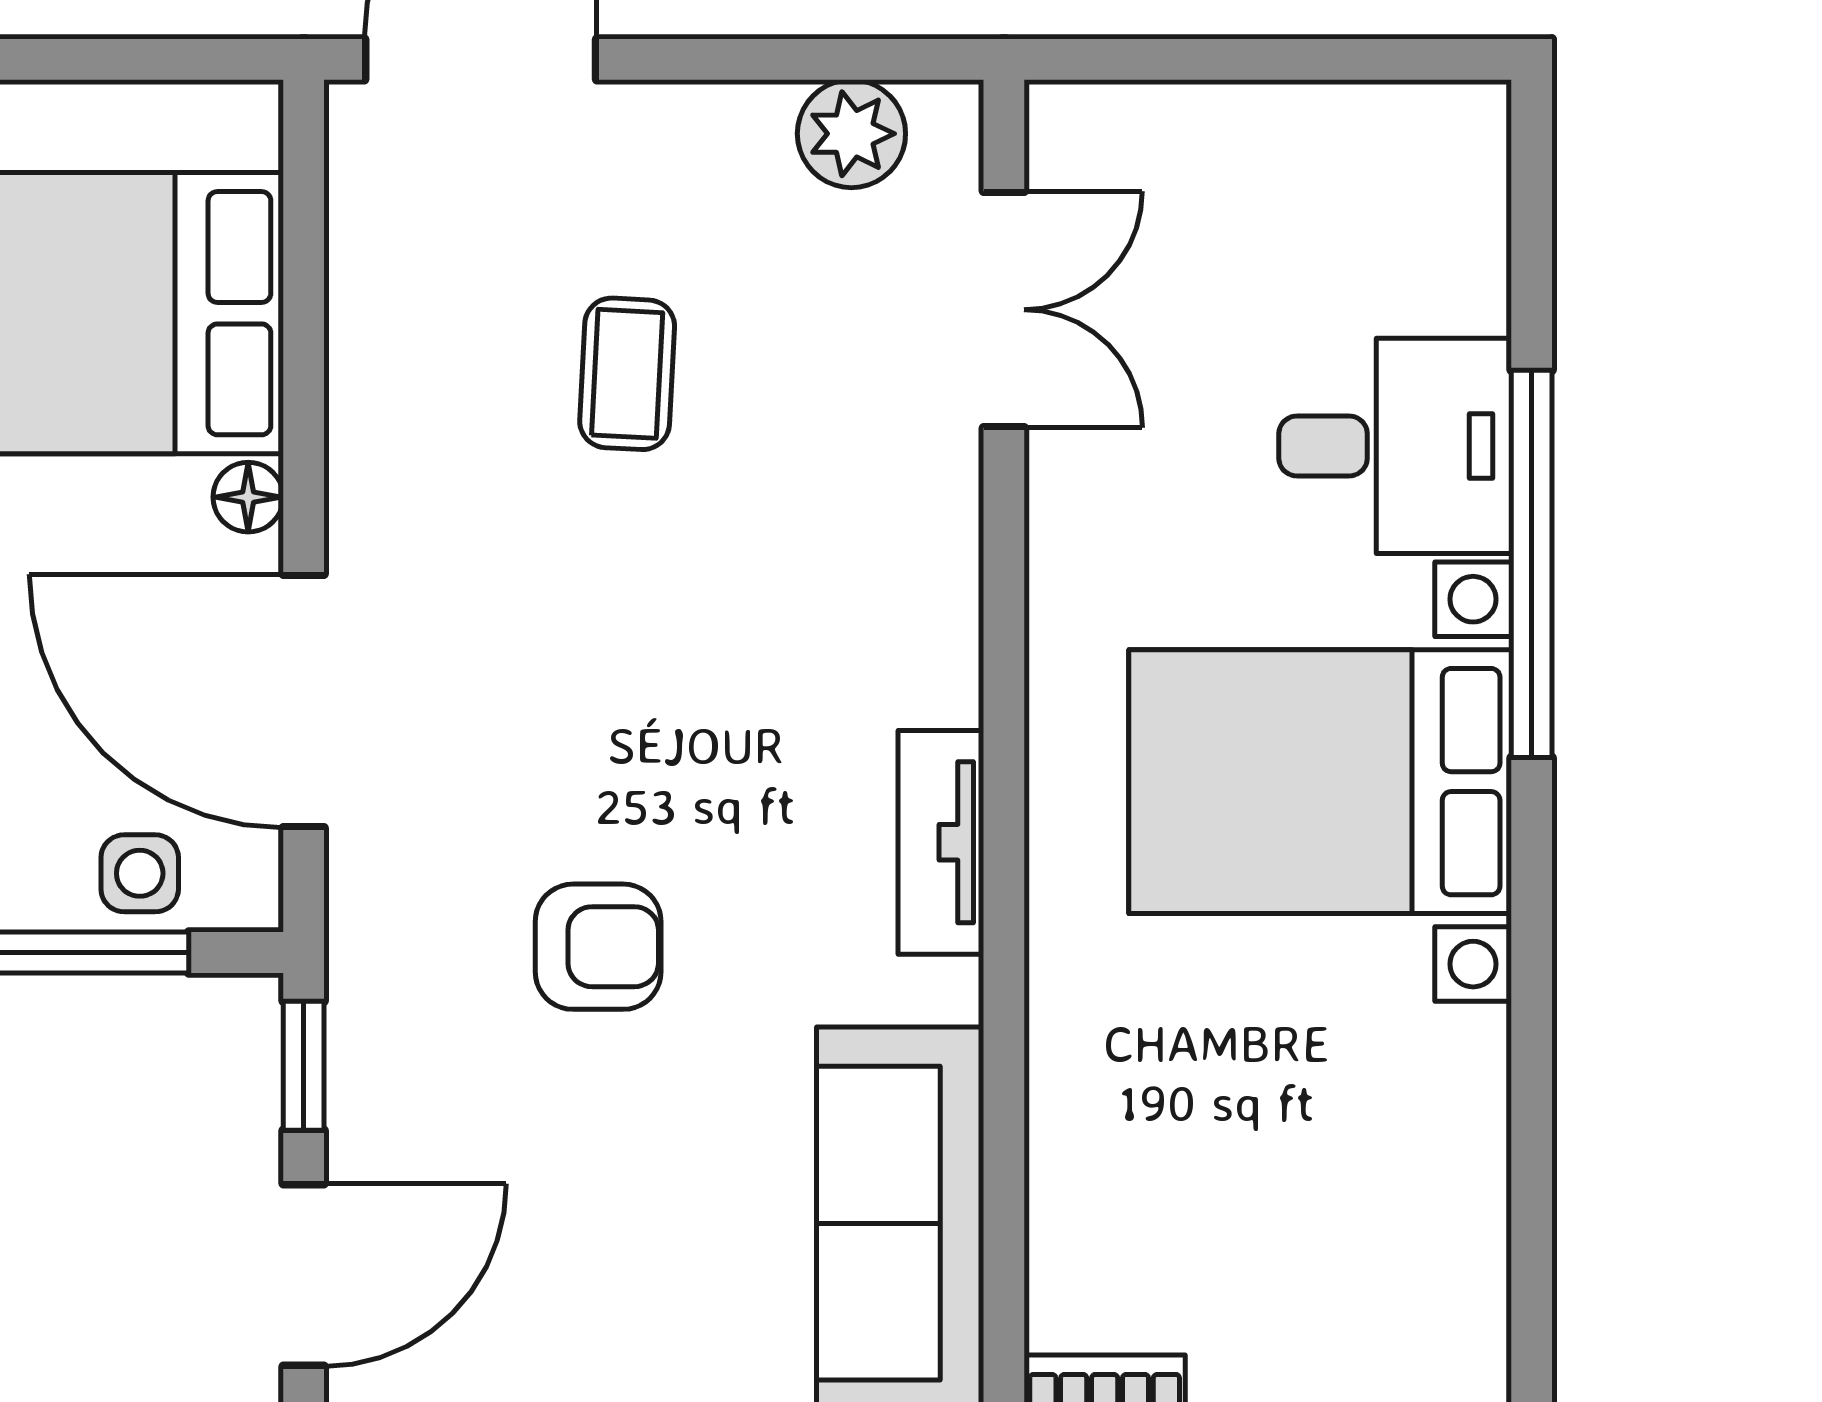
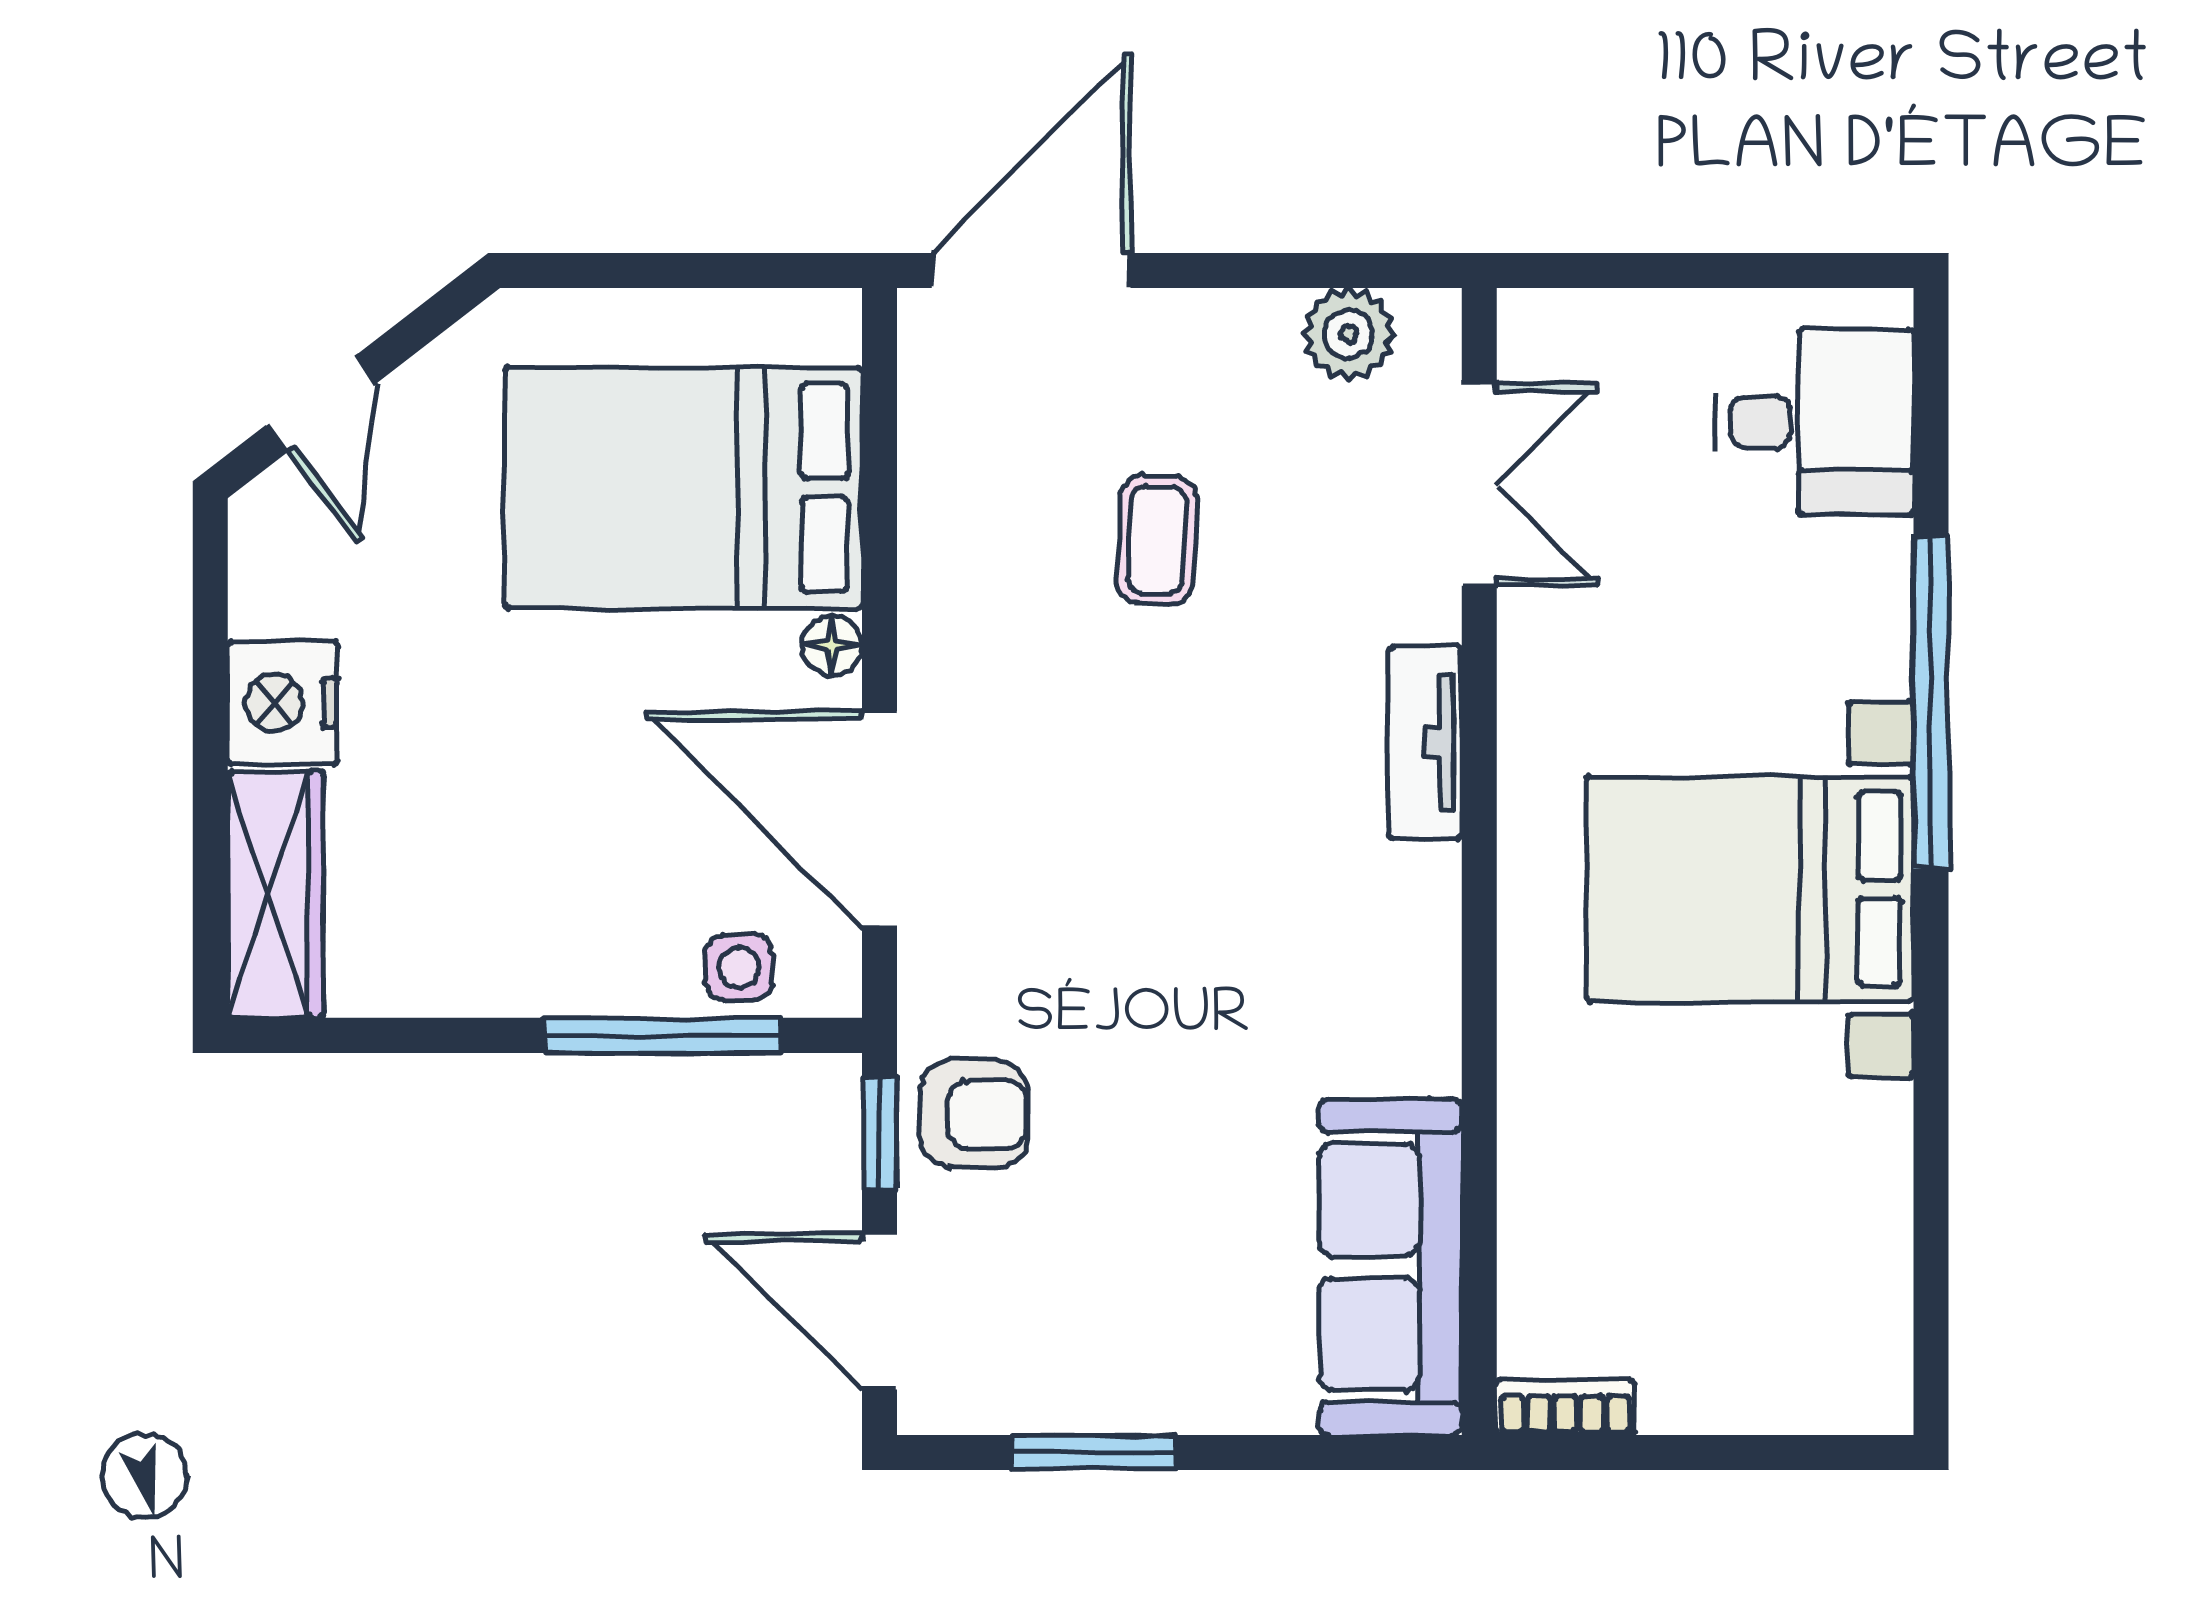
desk: (1395, 446) -> (1814, 422), moved
tv unit: (941, 842) -> (1425, 742), moved
armchair: (598, 947) -> (974, 1114), moved
door: (304, 1275) -> (879, 1312), swing flipped

